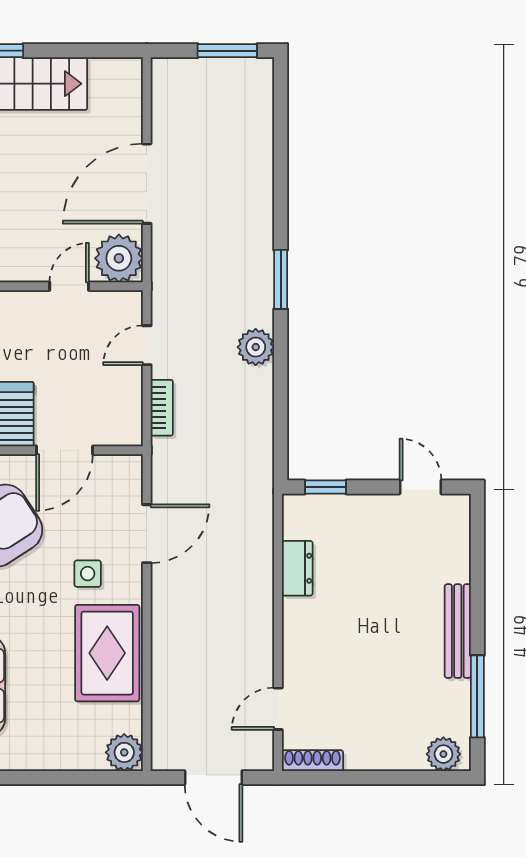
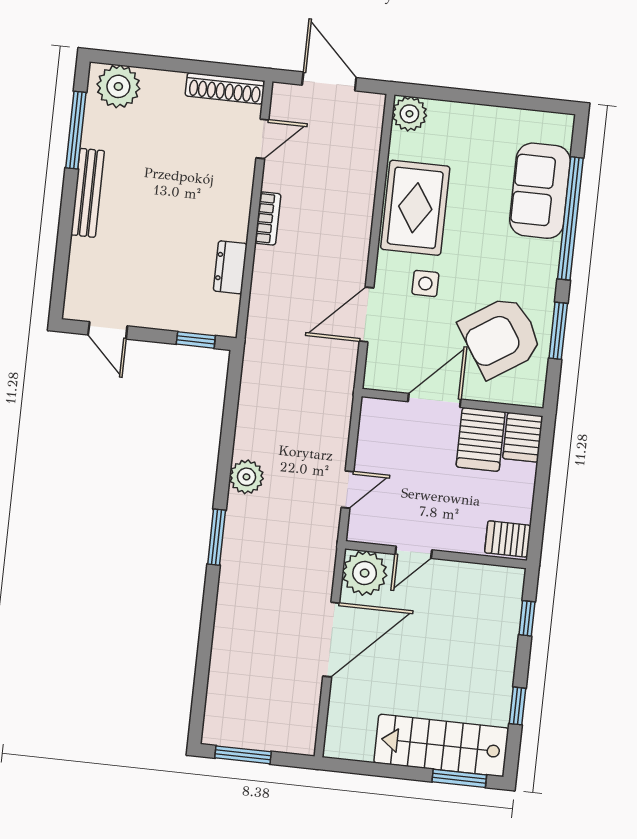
bookcase: (162, 408) -> (268, 218), moved, turned 180
plant: (443, 754) -> (118, 86), width x1.36, depth x1.36
shoe rack: (313, 761) -> (225, 88), width x1.36, depth x1.24

